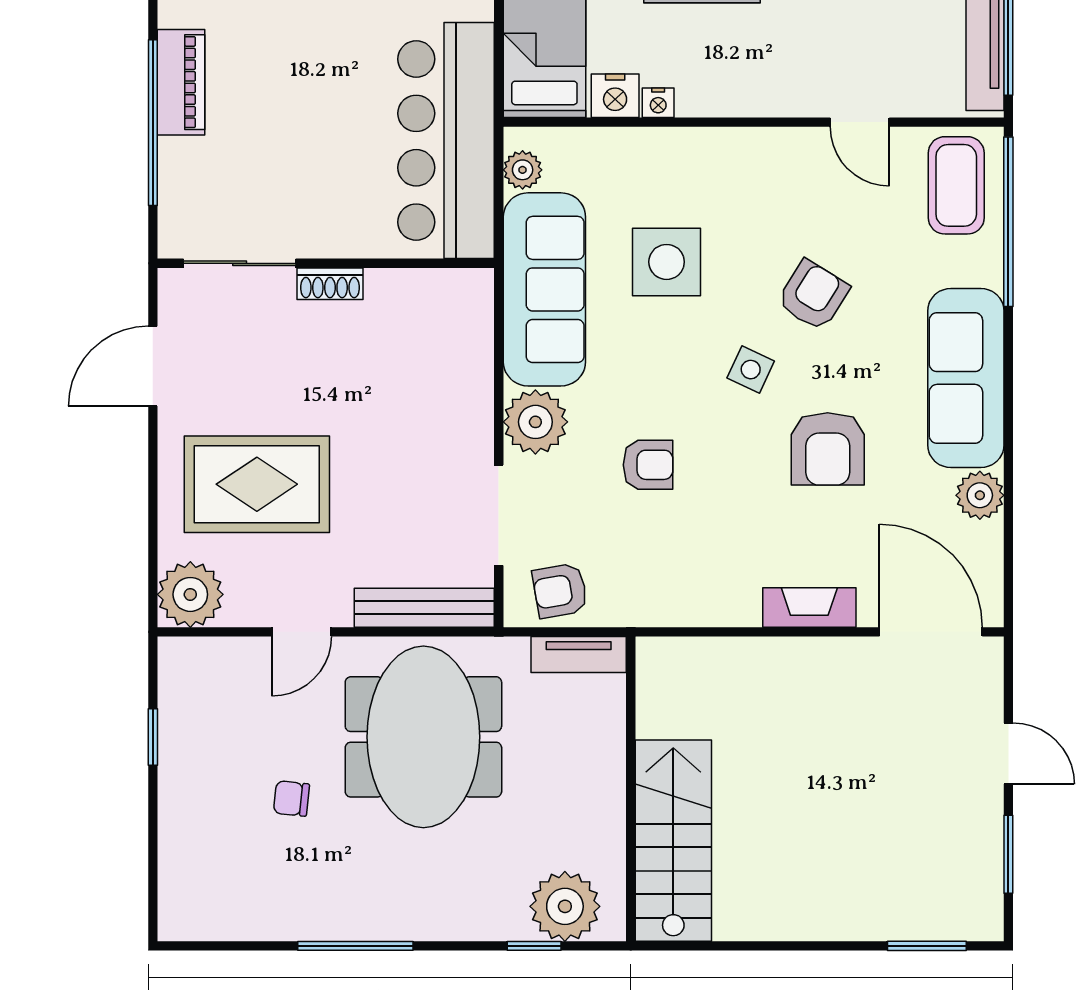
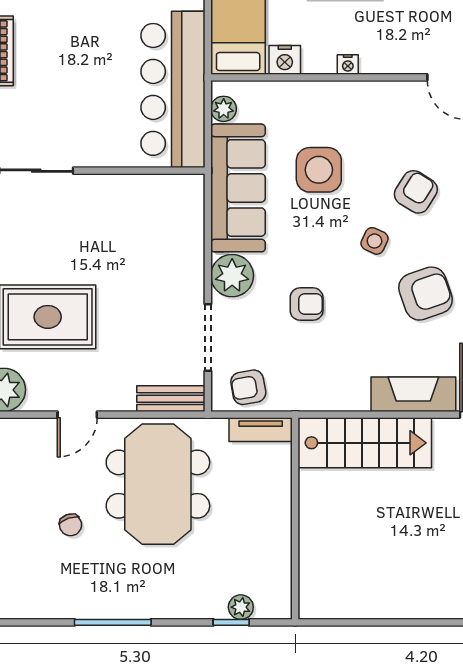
nightstand: (658, 103) -> (348, 64), moved
shoe rack: (330, 284) -> (96, 184), removed
armchair: (828, 449) -> (426, 294), turned -109
fireplace: (809, 607) -> (413, 394), width x1.37, depth x1.32
bench: (424, 608) -> (171, 399), width x0.73
chair: (291, 799) -> (71, 525), turned -115
stairs: (673, 841) -> (365, 443), moved, turned 90
plant: (565, 906) -> (241, 607), width x0.53, depth x0.53

